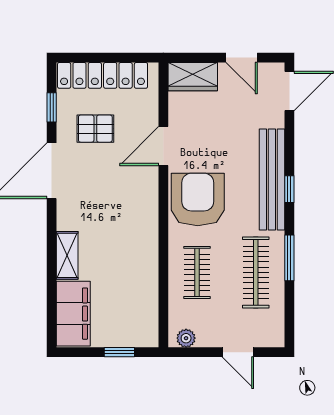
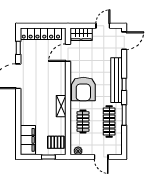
door: (242, 58) -> (103, 26), swing flipped
pallet: (95, 129) -> (56, 142), moved
door: (163, 146) -> (68, 53), moved
armchair: (198, 199) -> (83, 89), turned 180
shelving: (67, 255) -> (61, 106), moved

